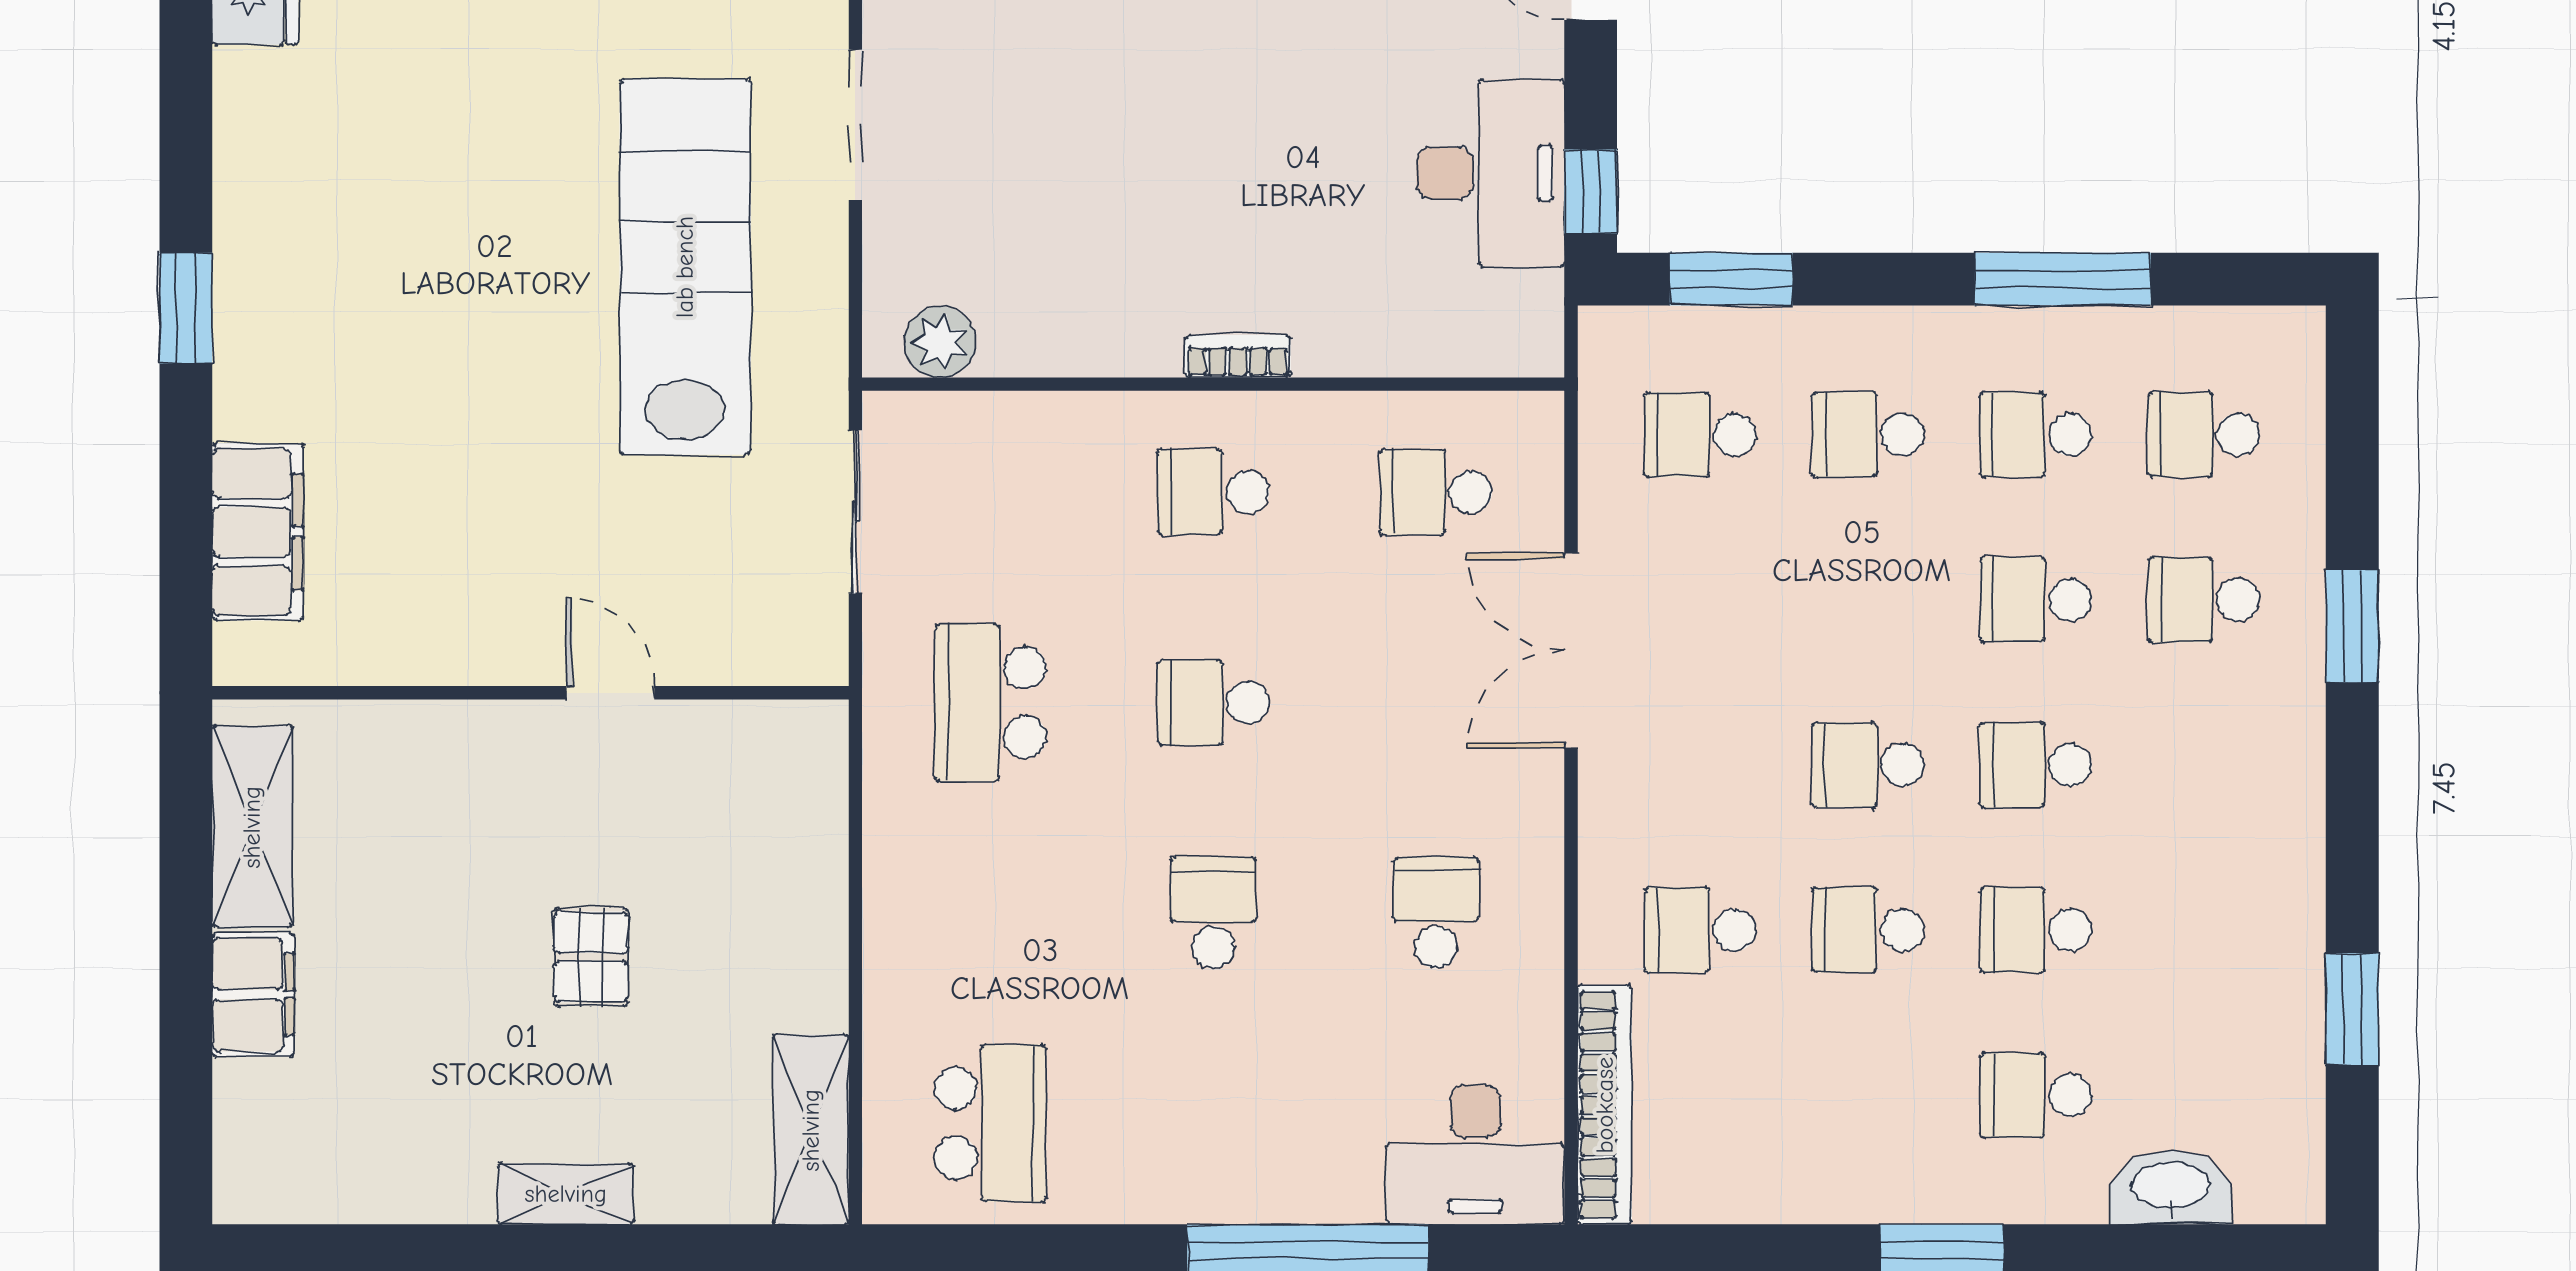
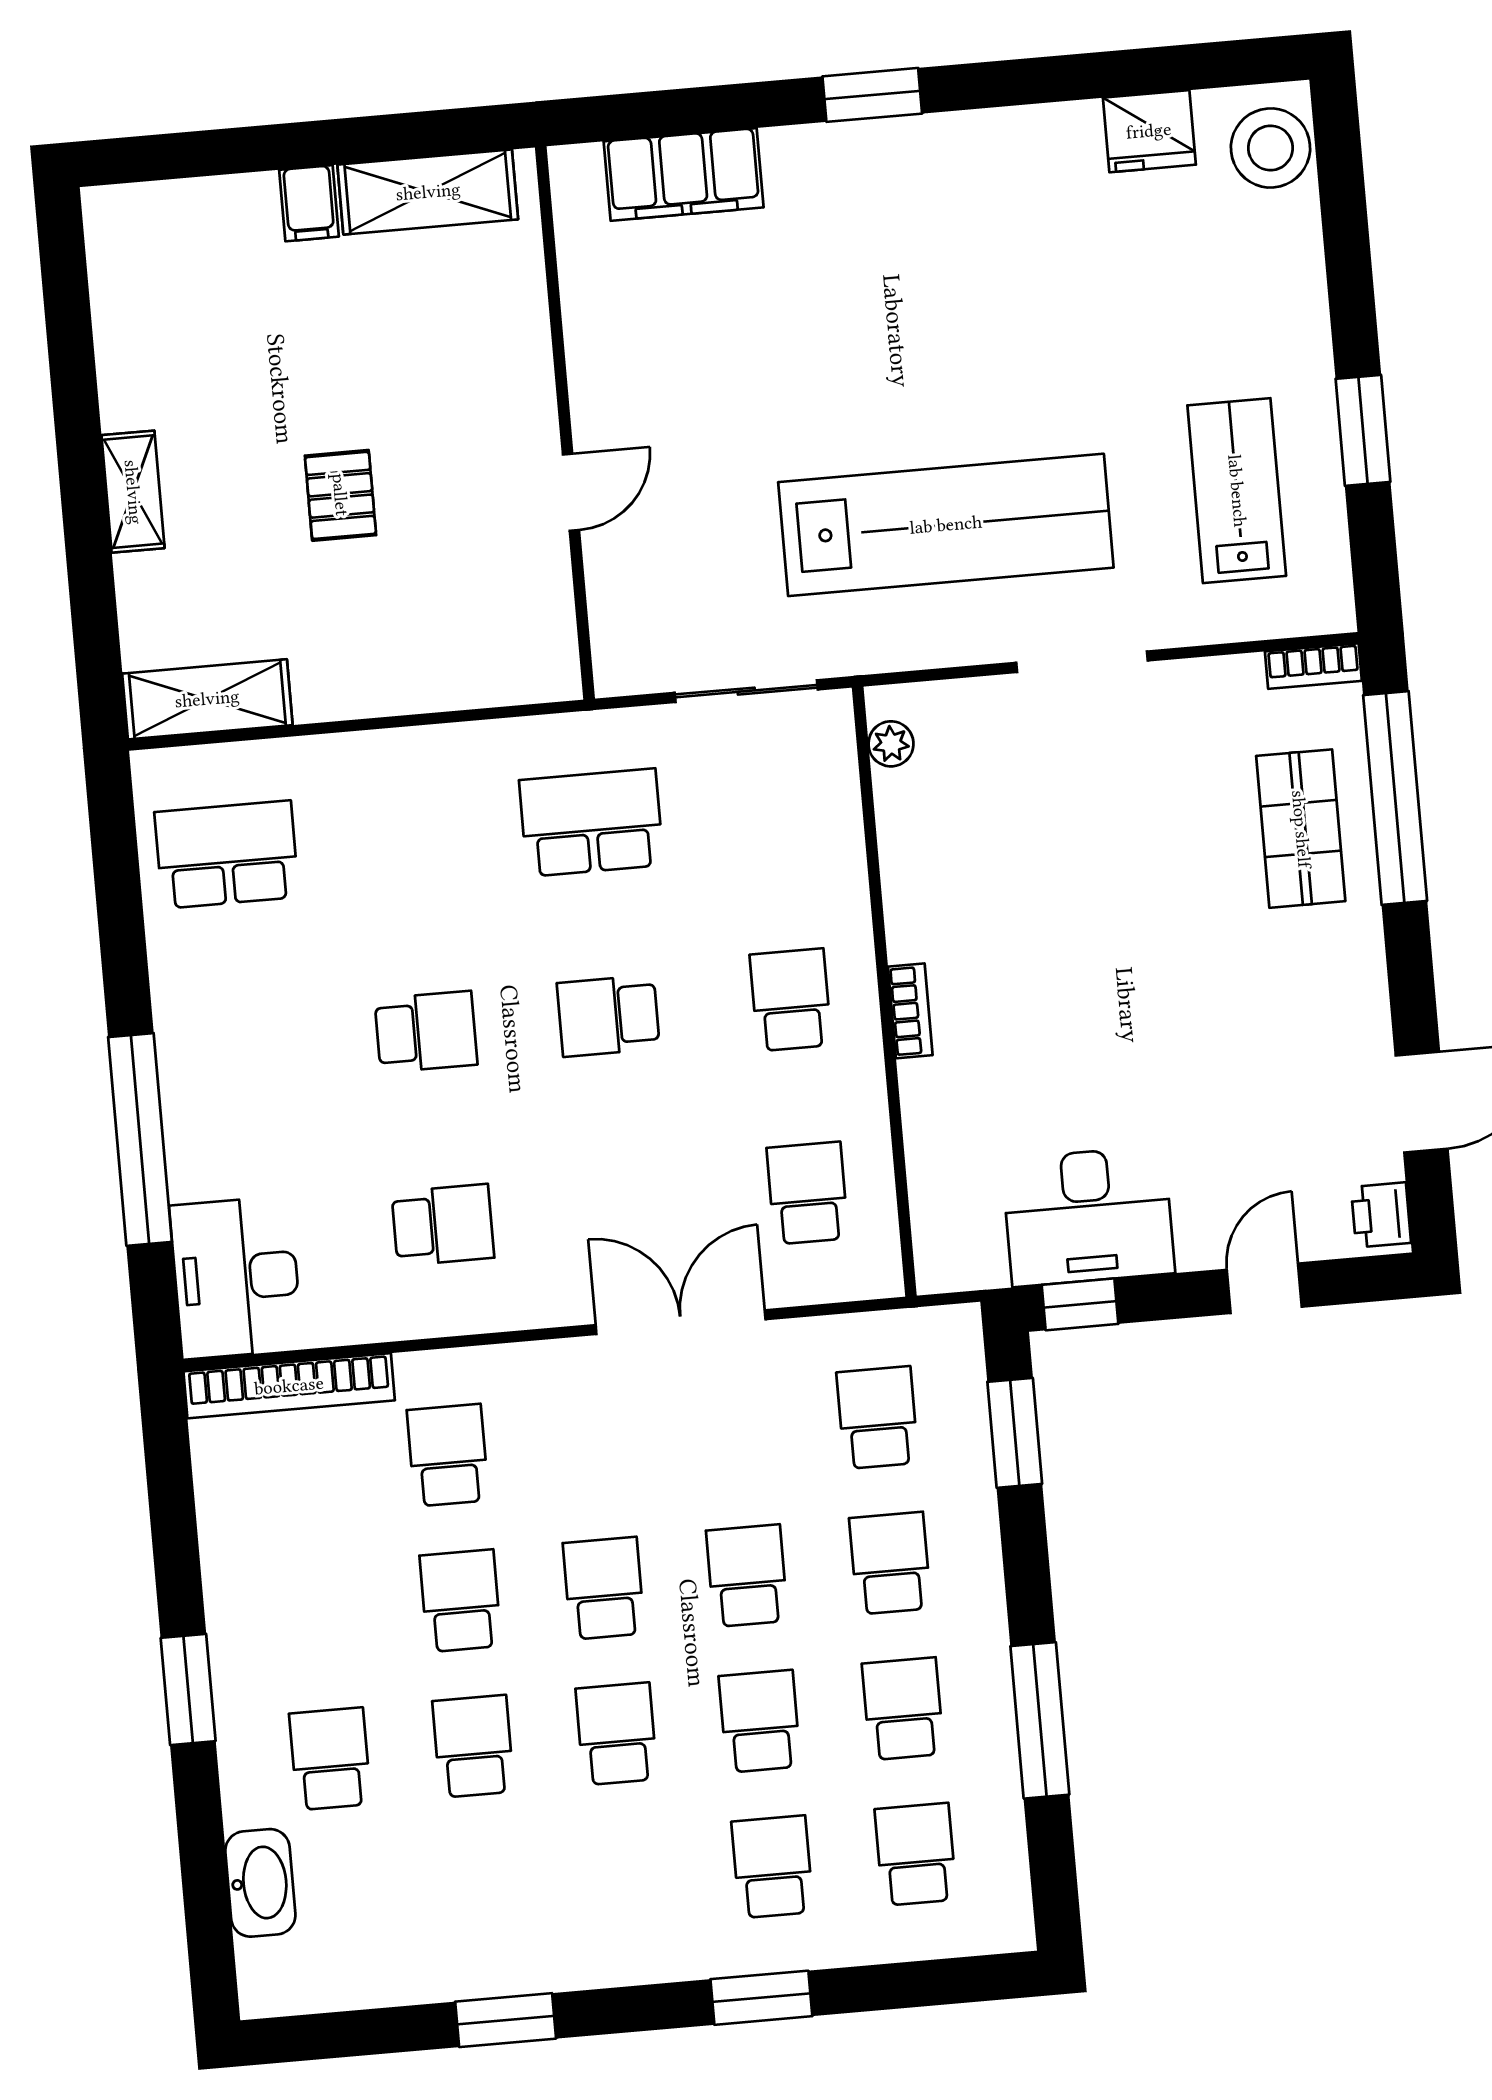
plant: (940, 342) -> (891, 744), width x0.73, depth x0.73
school desk: (1868, 600) -> (747, 1576), added
school desk: (1213, 702) -> (608, 1016), turned -90
pallet: (591, 957) -> (340, 495), turned 90
filing cabinet: (253, 994) -> (309, 203), width x0.50
window: (2352, 1009) -> (506, 2020), moved
school desk: (990, 1123) -> (227, 855), turned 180

